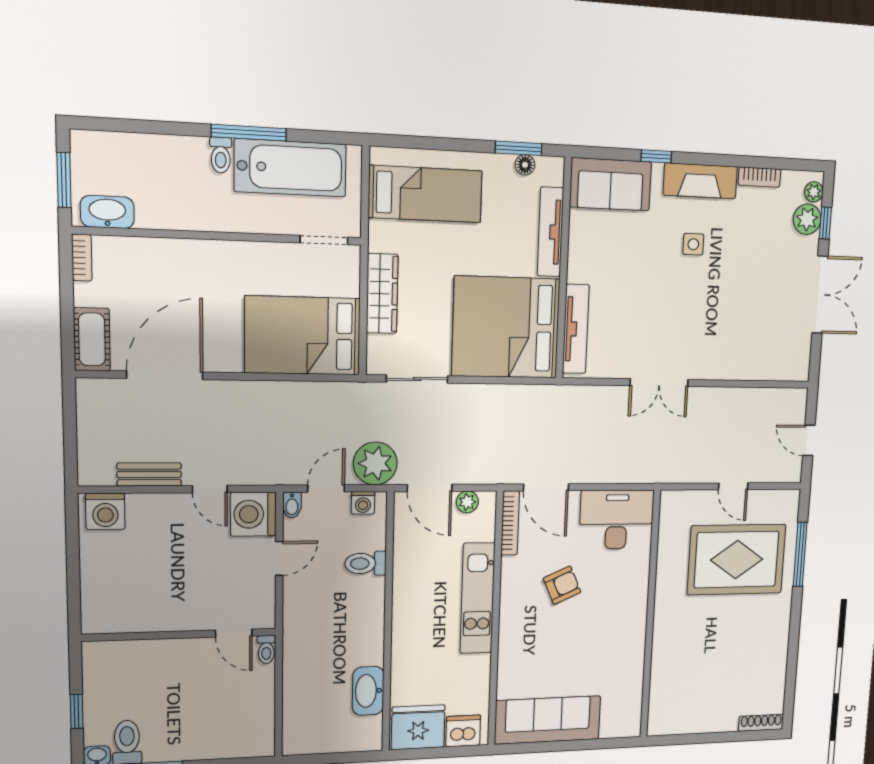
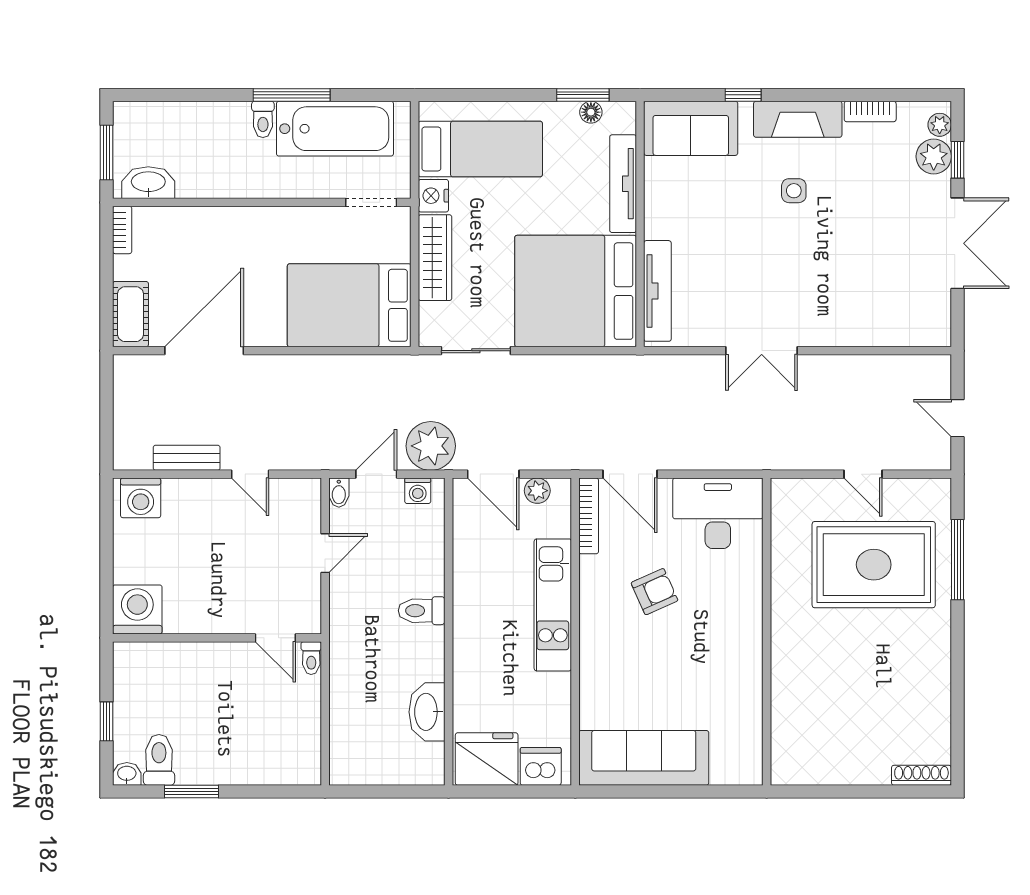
nightstand: (382, 236) -> (433, 196), added
washing machine: (253, 514) -> (137, 609), moved, turned 90
toilet: (366, 563) -> (422, 611), moved

